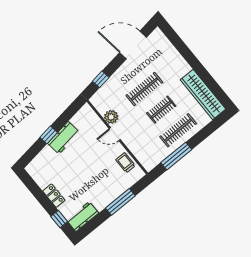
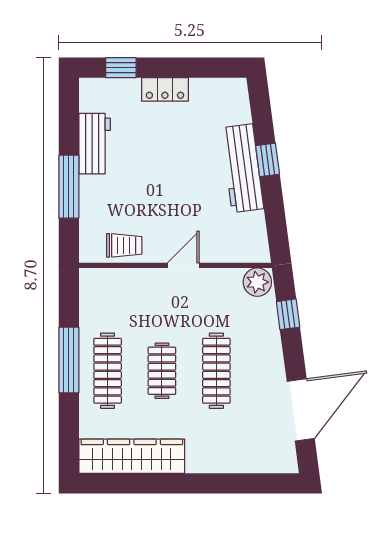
plant: (111, 117) -> (257, 282), moved
workbench: (64, 138) -> (242, 168), width x1.38
window: (176, 156) -> (69, 360), moved
workbench: (83, 217) -> (95, 144), moved

